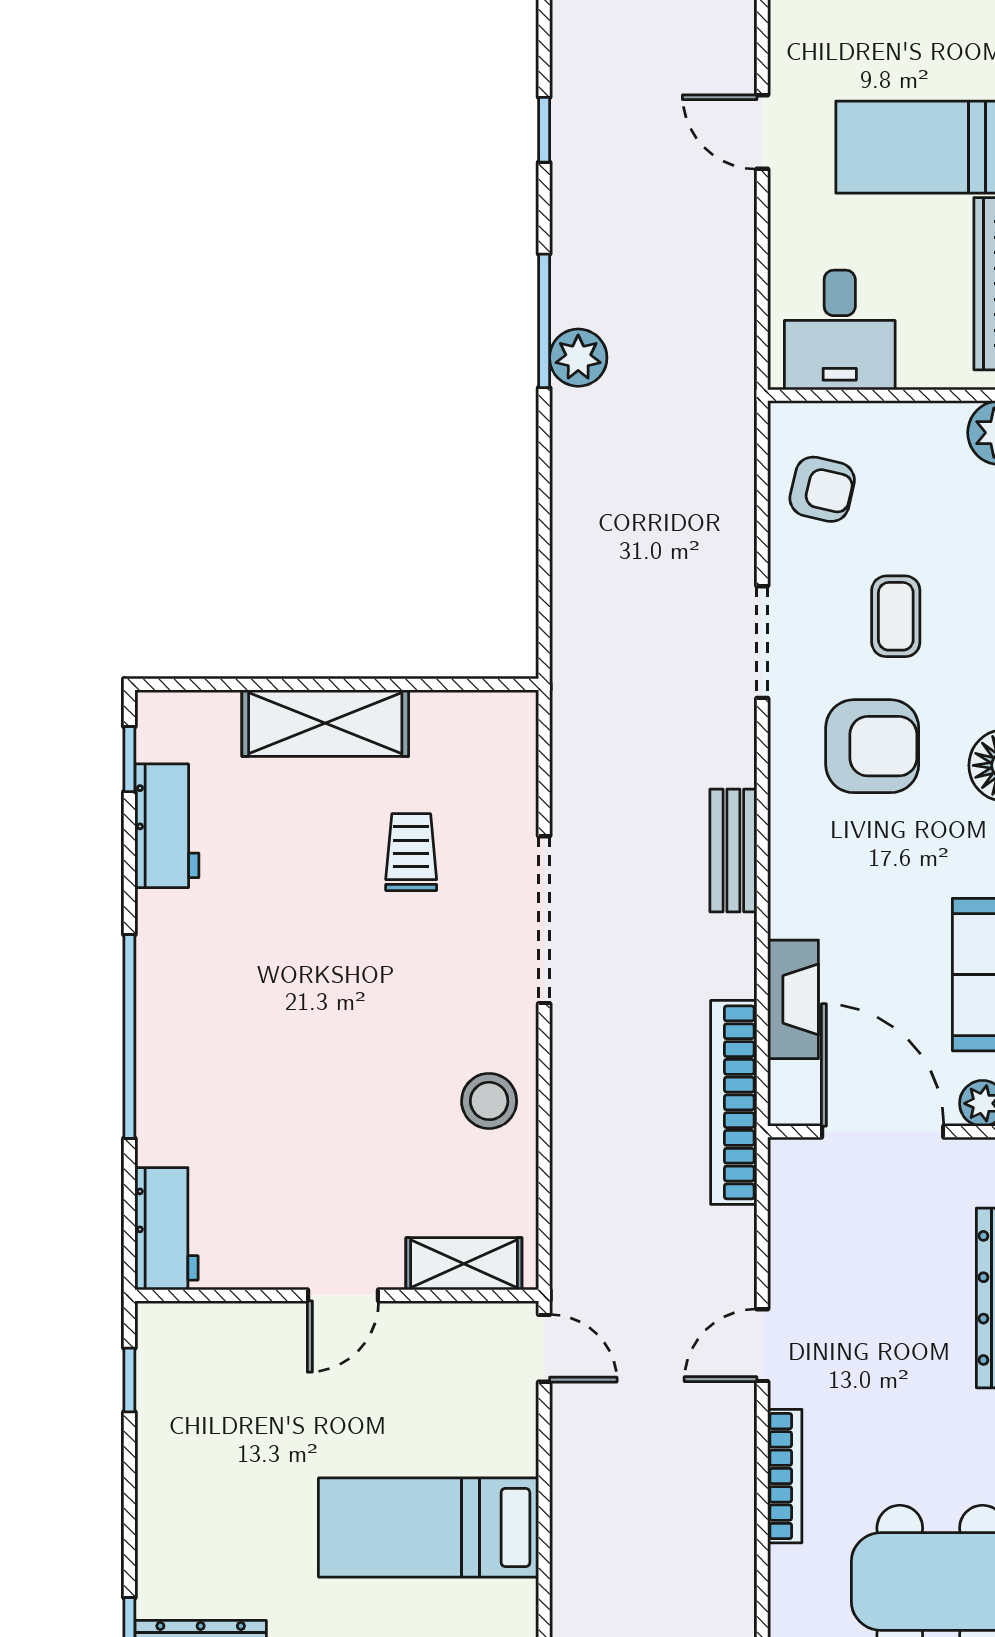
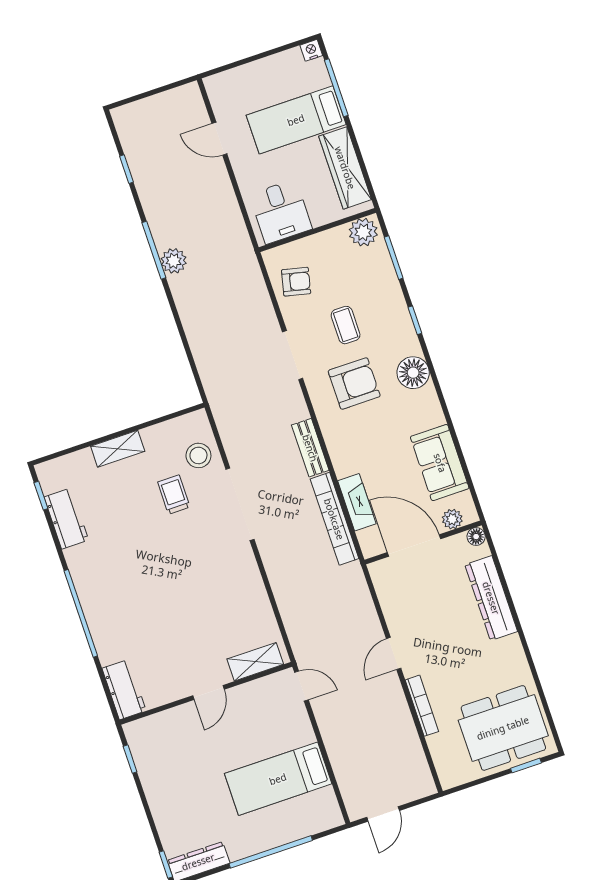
shelving: (325, 723) -> (118, 449), width x0.67, depth x0.75
stool: (489, 1101) -> (198, 455), moved
bookcase: (734, 1102) -> (334, 519), moved

